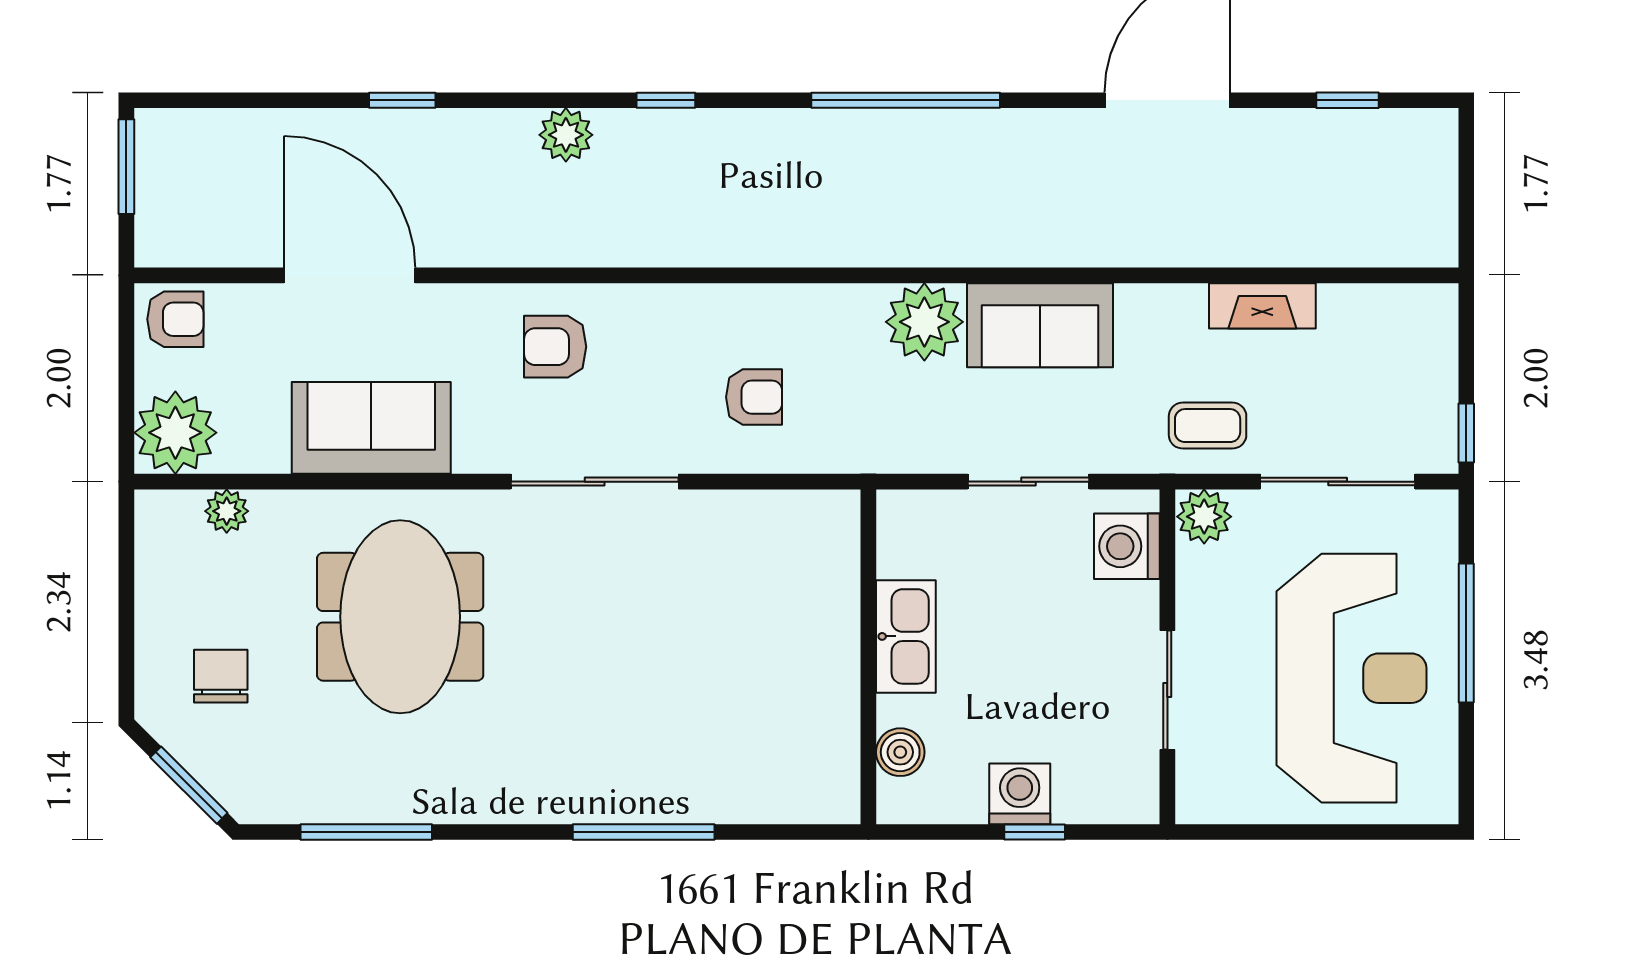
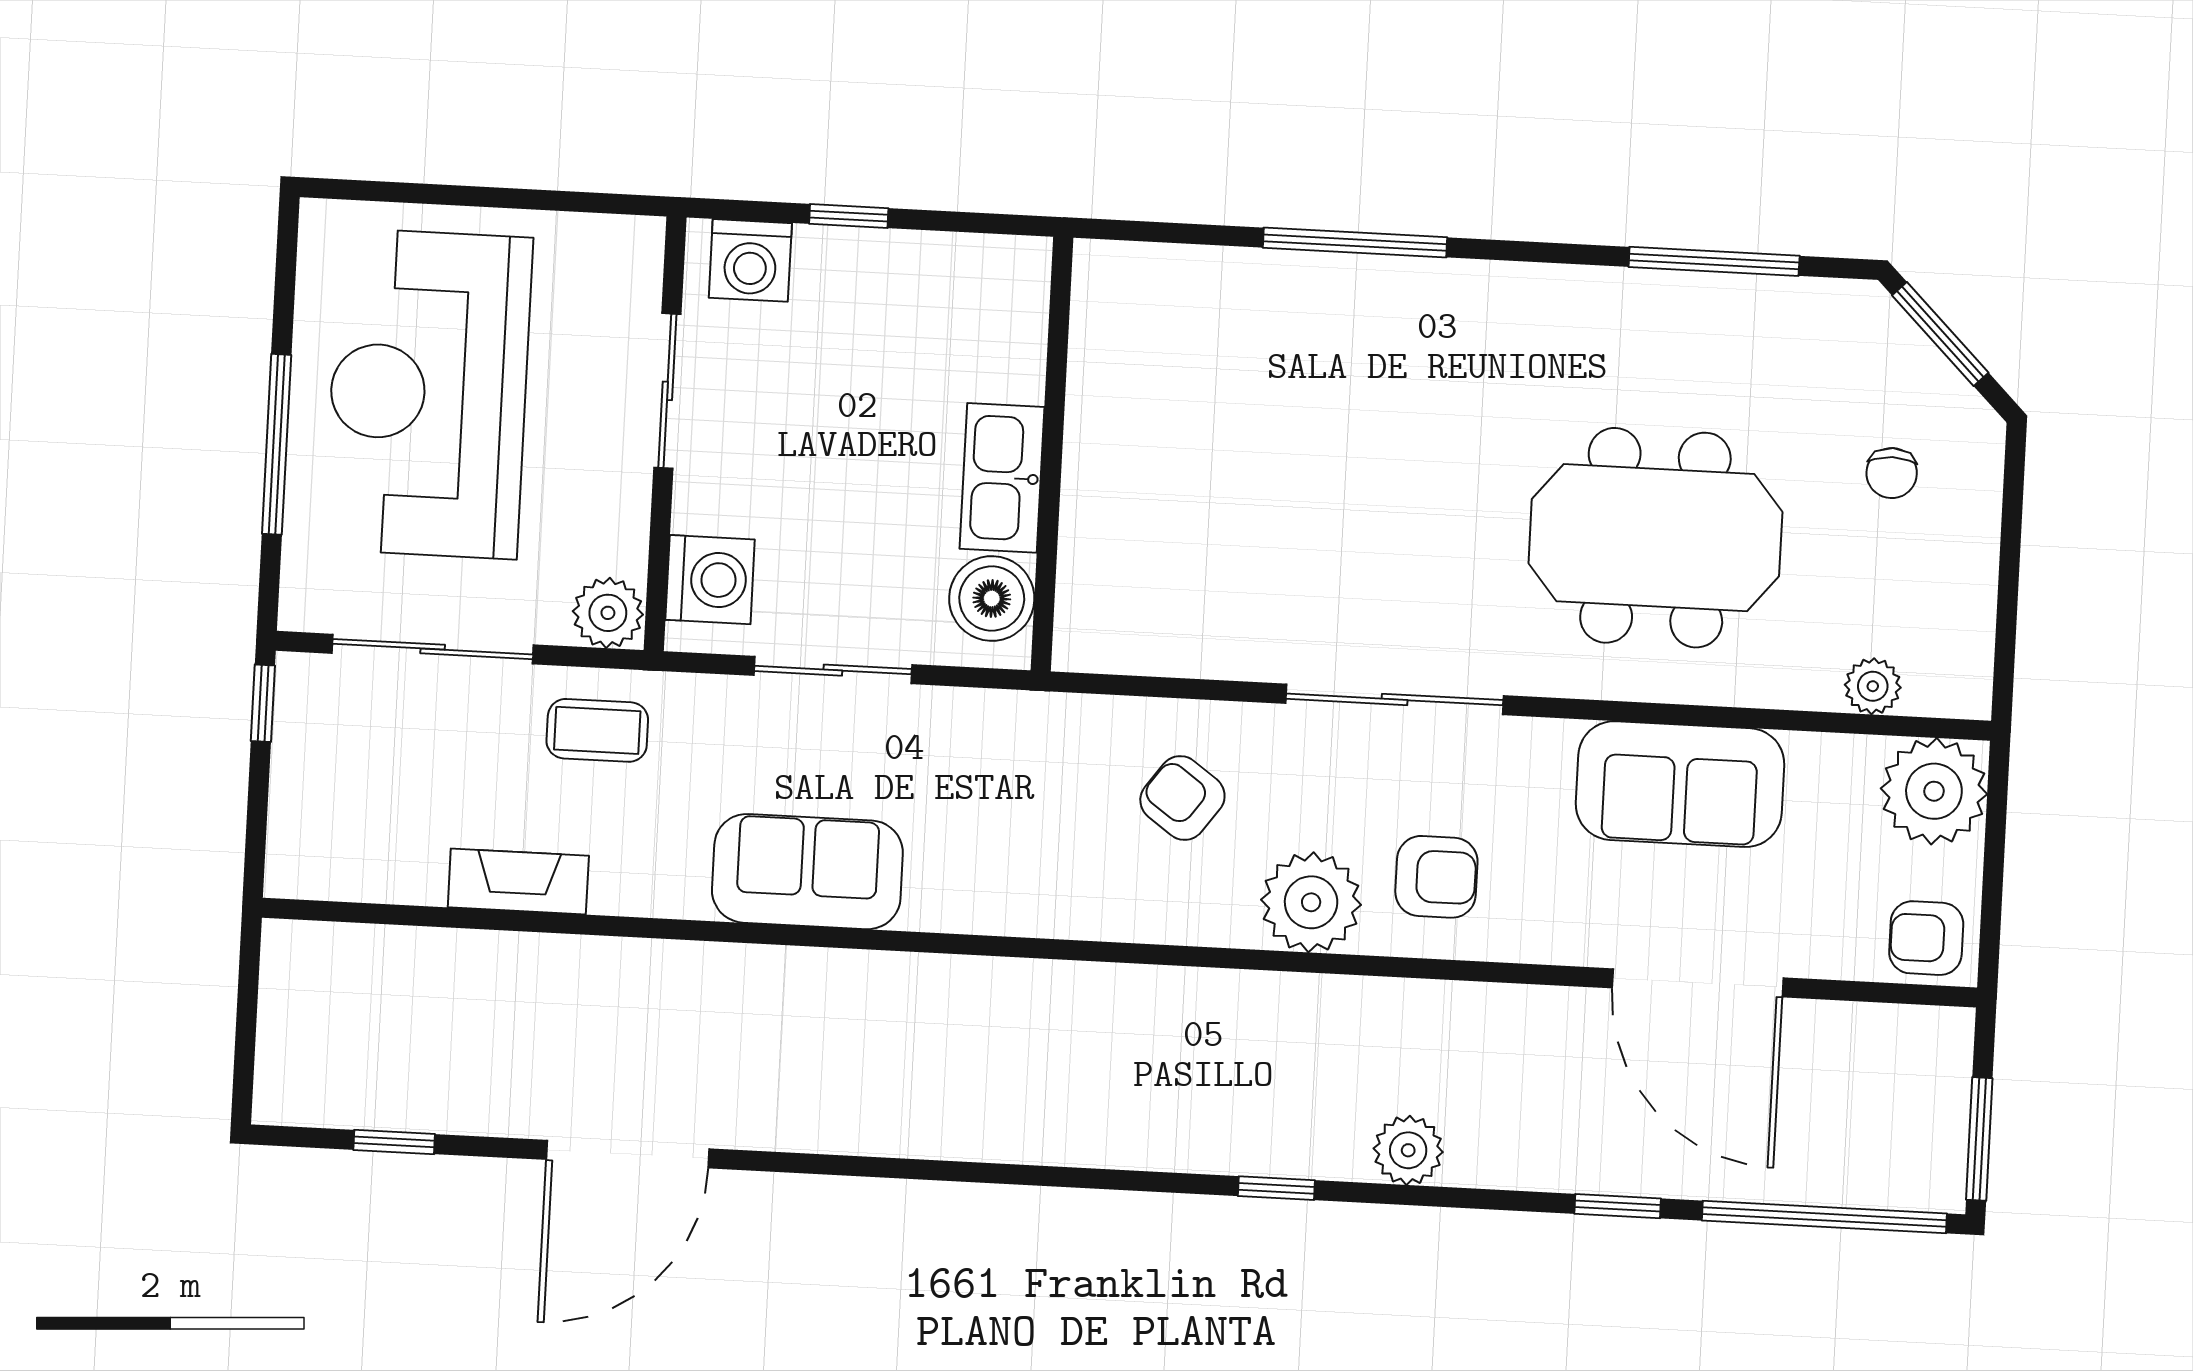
window: (906, 100) -> (1824, 1217), moved
plant: (924, 322) -> (1311, 902), moved
armchair: (754, 397) -> (1182, 798), turned 36
meeting table: (400, 617) -> (1655, 538), turned 90
chair: (221, 676) -> (1892, 473), width x0.73, depth x0.73
boiler: (900, 752) -> (992, 599), moved, width x1.36, depth x1.36
washing machine: (1020, 794) -> (750, 260), moved

